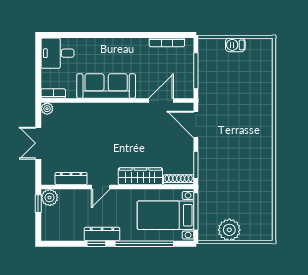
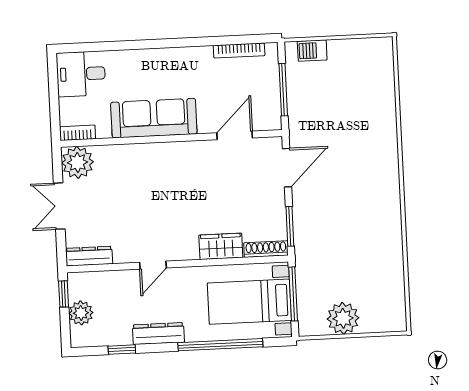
barbecue: (235, 45) -> (312, 51), moved
plant: (47, 109) -> (78, 162), width x1.87, depth x1.87
door: (196, 125) -> (287, 168), swing flipped
wardrobe: (140, 176) -> (221, 246), width x0.67
dresser: (71, 179) -> (89, 256), moved
plant: (50, 197) -> (81, 313), moved
window: (96, 244) -> (122, 350), moved

